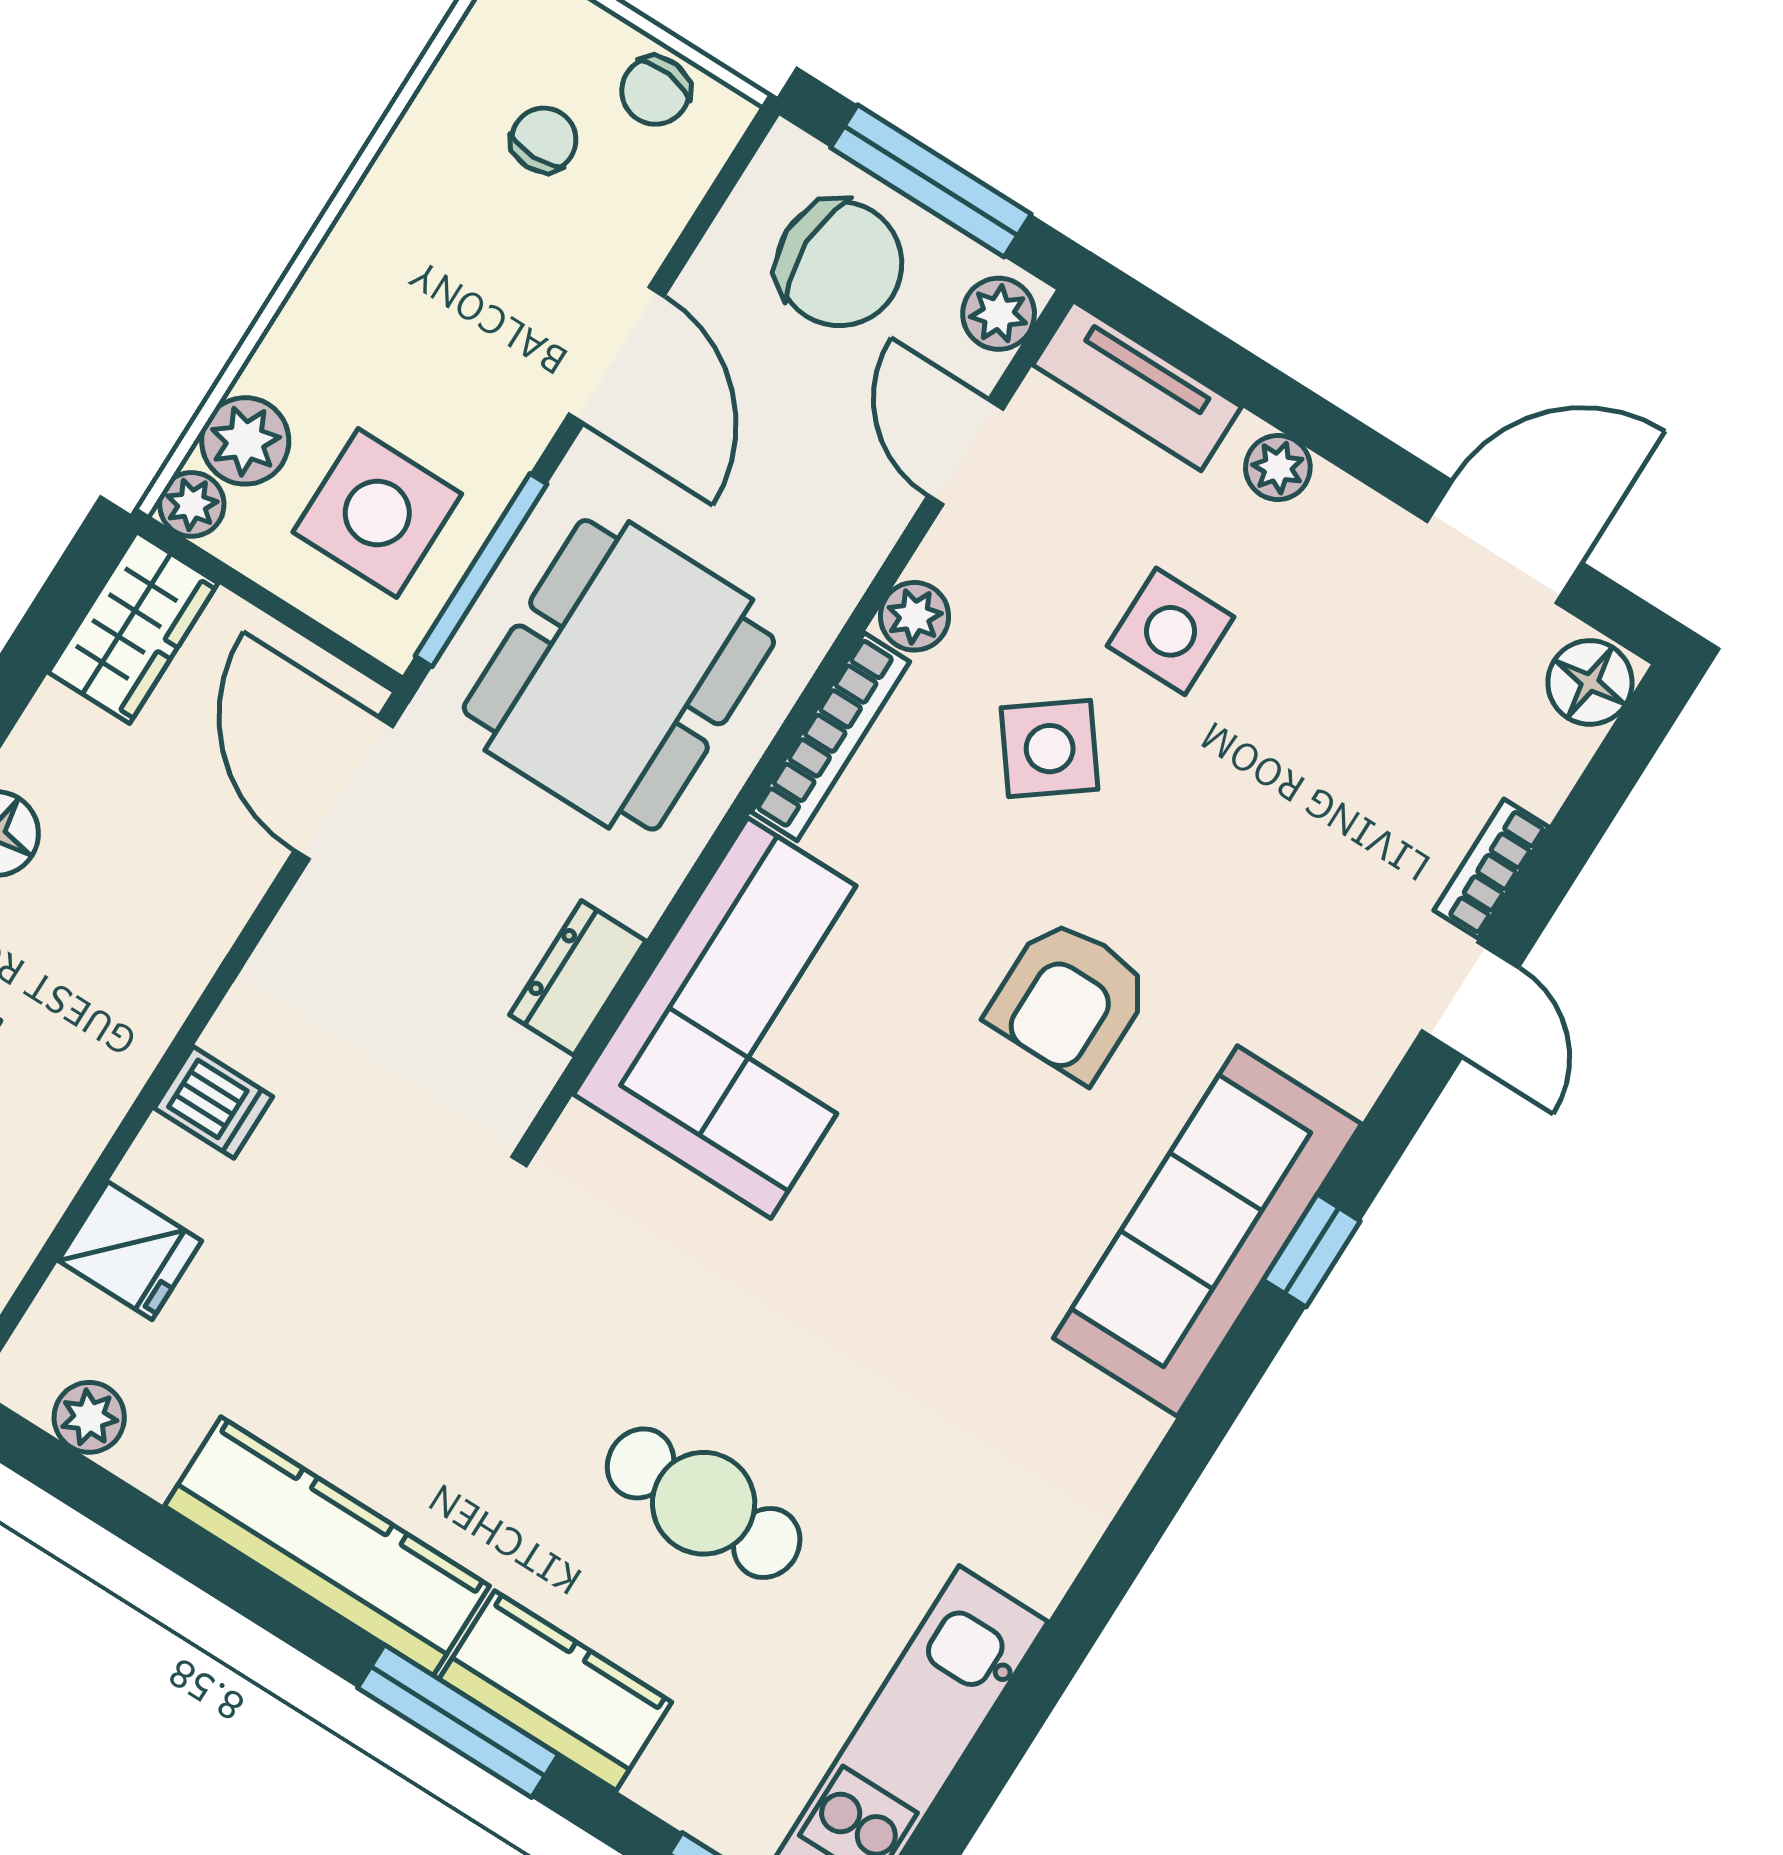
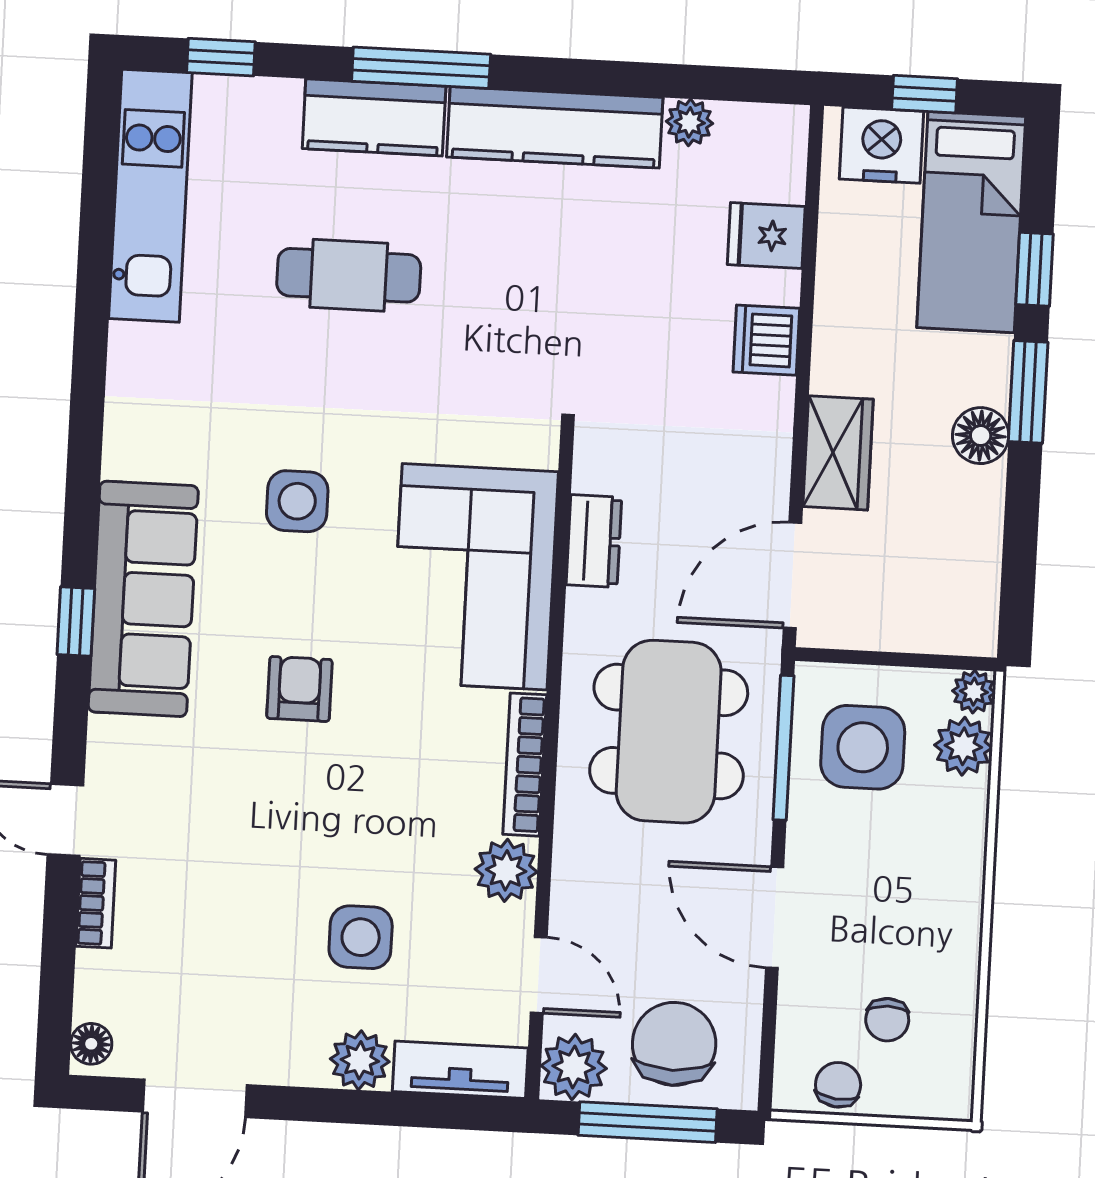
chair: (839, 264) -> (674, 1044), turned 90
plant: (999, 314) -> (574, 1067), width x1.38, depth x1.38
plant: (1278, 467) -> (360, 1060), width x1.38, depth x1.38
plant: (915, 616) -> (506, 870), width x1.38, depth x1.38
wardrobe: (133, 628) -> (838, 453), moved, turned 180
floor lamp: (1590, 682) -> (91, 1044), width x0.73, depth x0.73
side table: (1050, 749) -> (297, 501), moved, turned 37
door: (344, 788) -> (793, 575), swing flipped
armchair: (1069, 1000) -> (299, 689), width x0.72, depth x0.72
dishwasher: (213, 1102) -> (766, 340), width x1.38
plant: (89, 1417) -> (690, 122), moved

